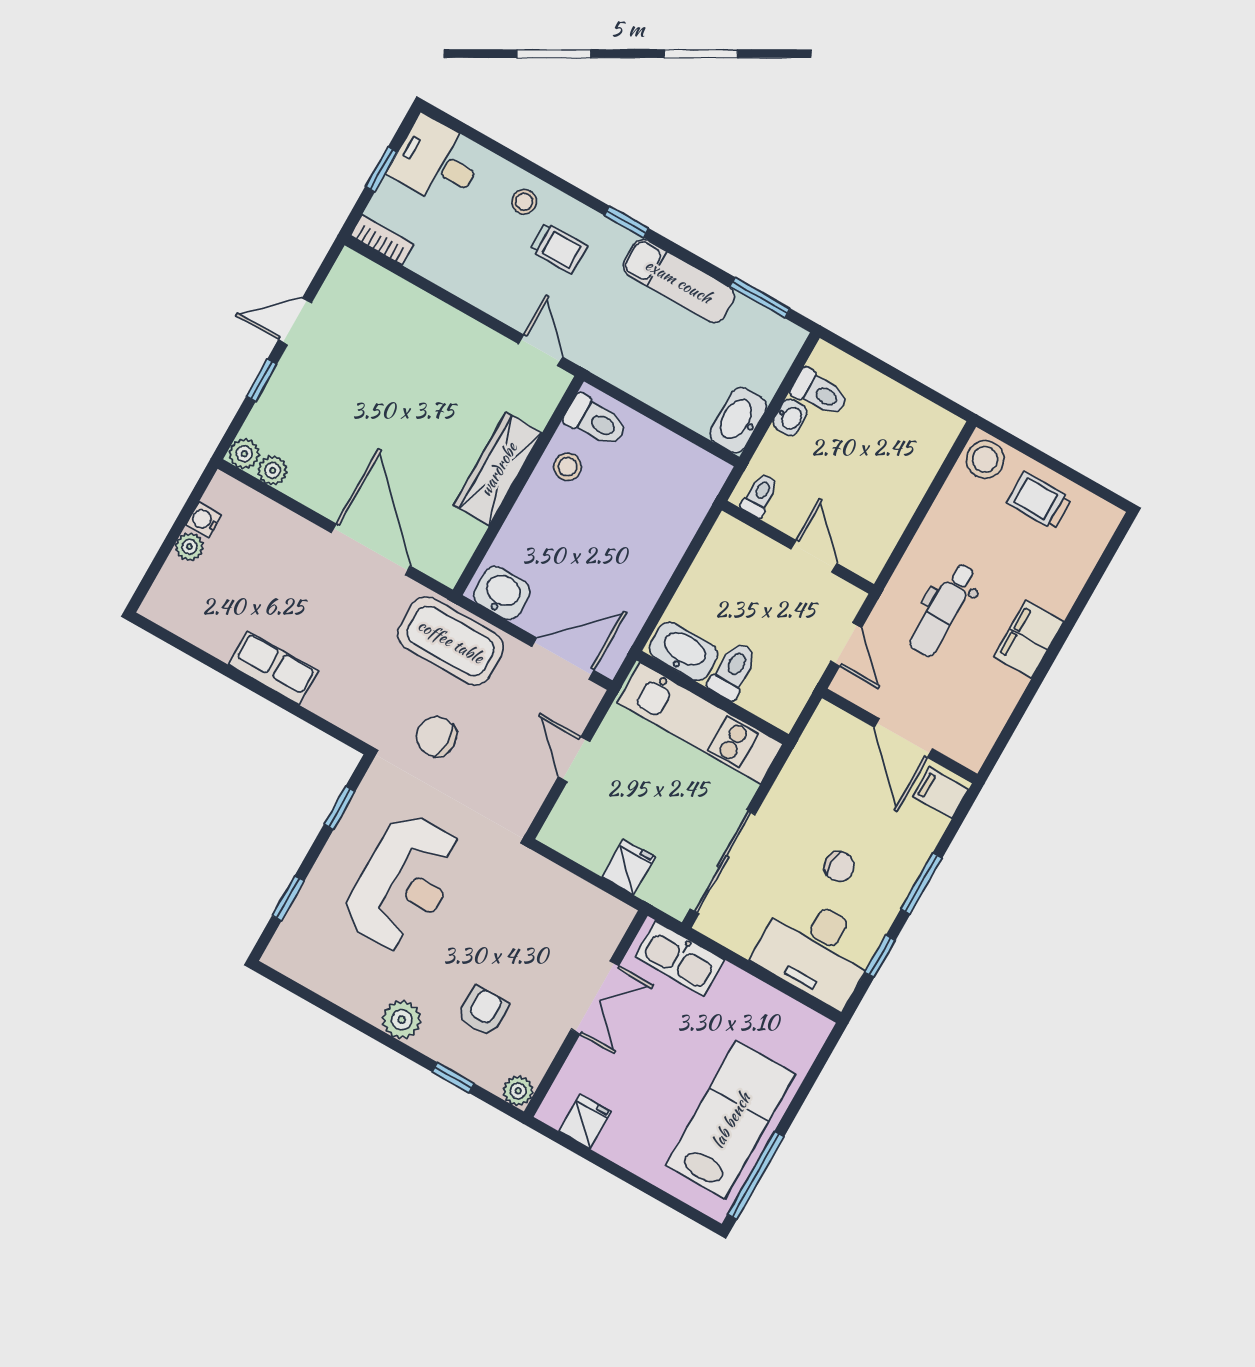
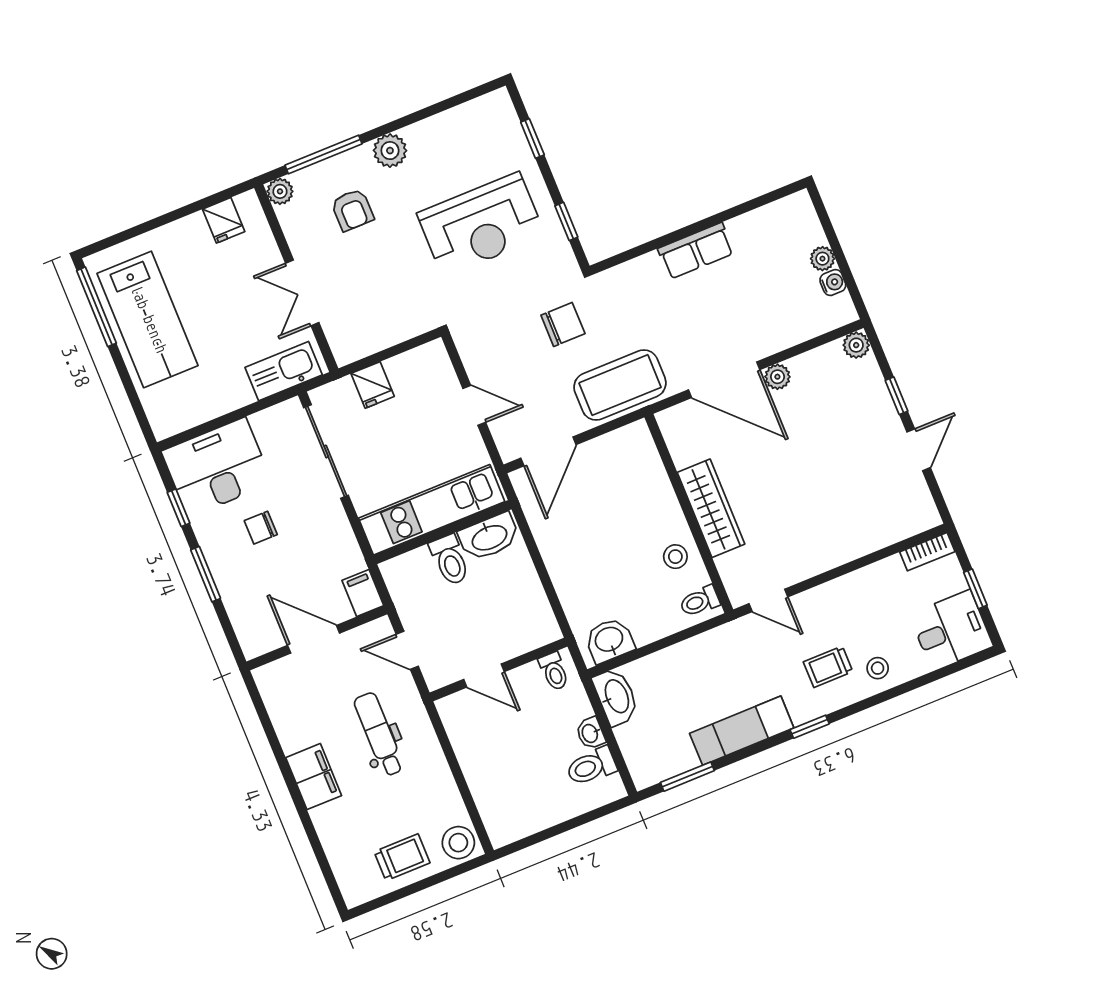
toilet: (596, 421) -> (700, 601), width x0.73, depth x0.72
plant: (273, 470) -> (777, 377), moved
washbasin: (502, 593) -> (609, 640), moved, turned 180
filing cabinet: (940, 793) -> (363, 593), moved, turned -90
reception desk: (404, 883) -> (481, 224), turned -90
window: (453, 1078) -> (324, 154), width x2.17

